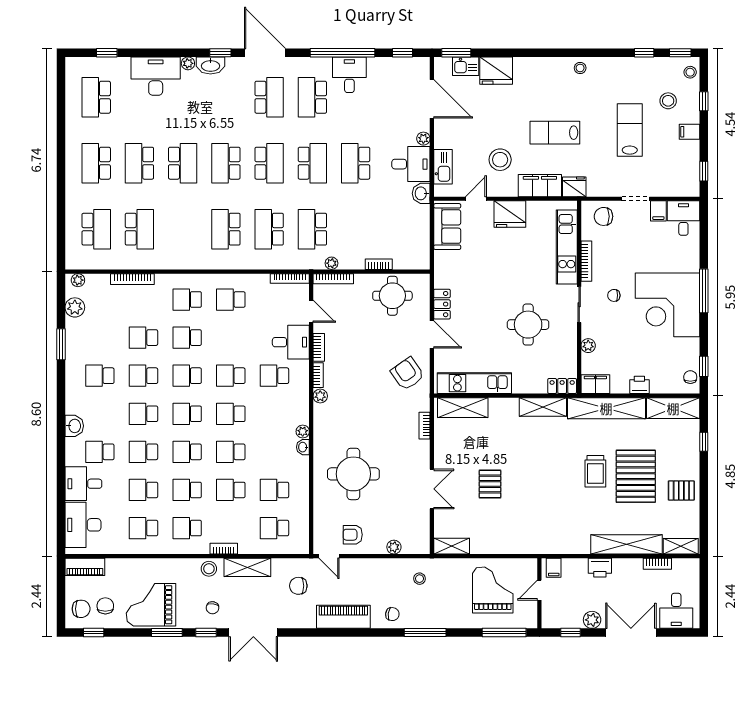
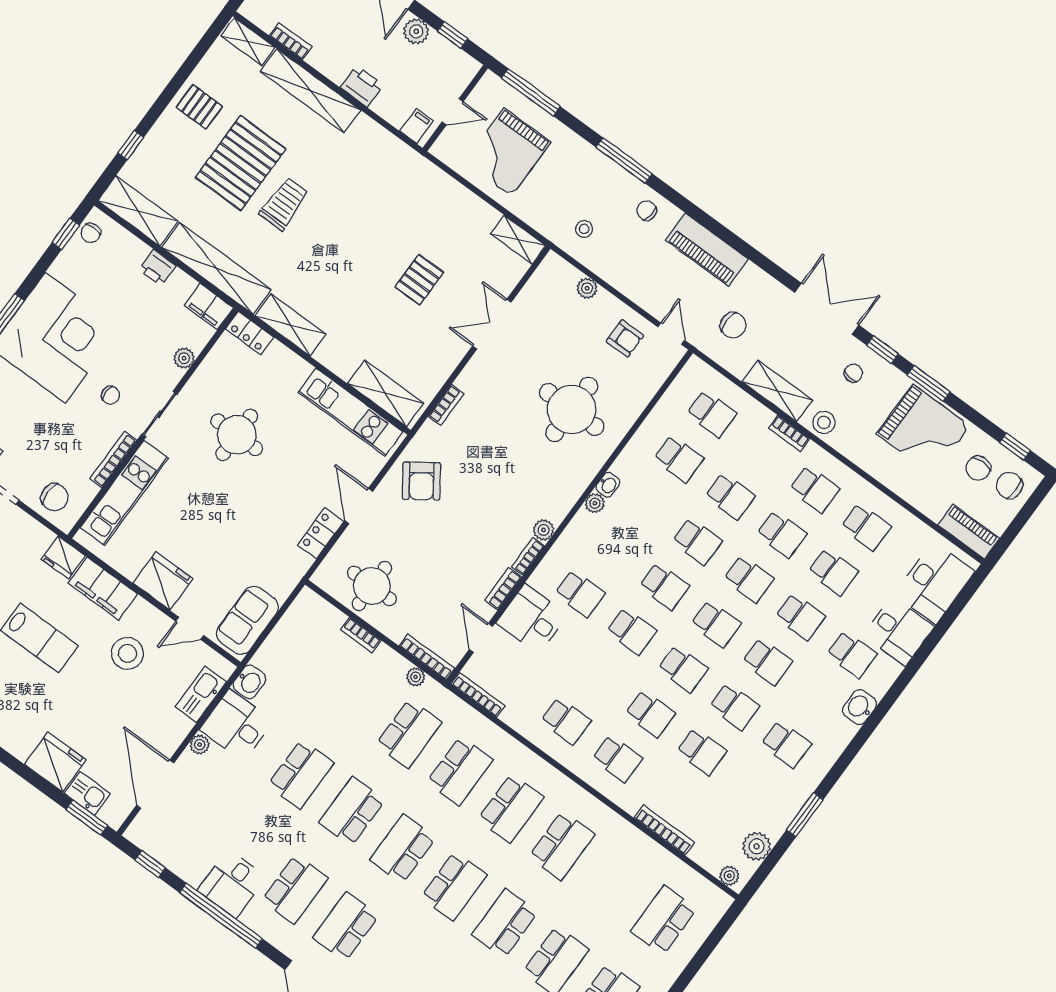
school desk: (139, 229) -> (562, 846), moved, turned 180

